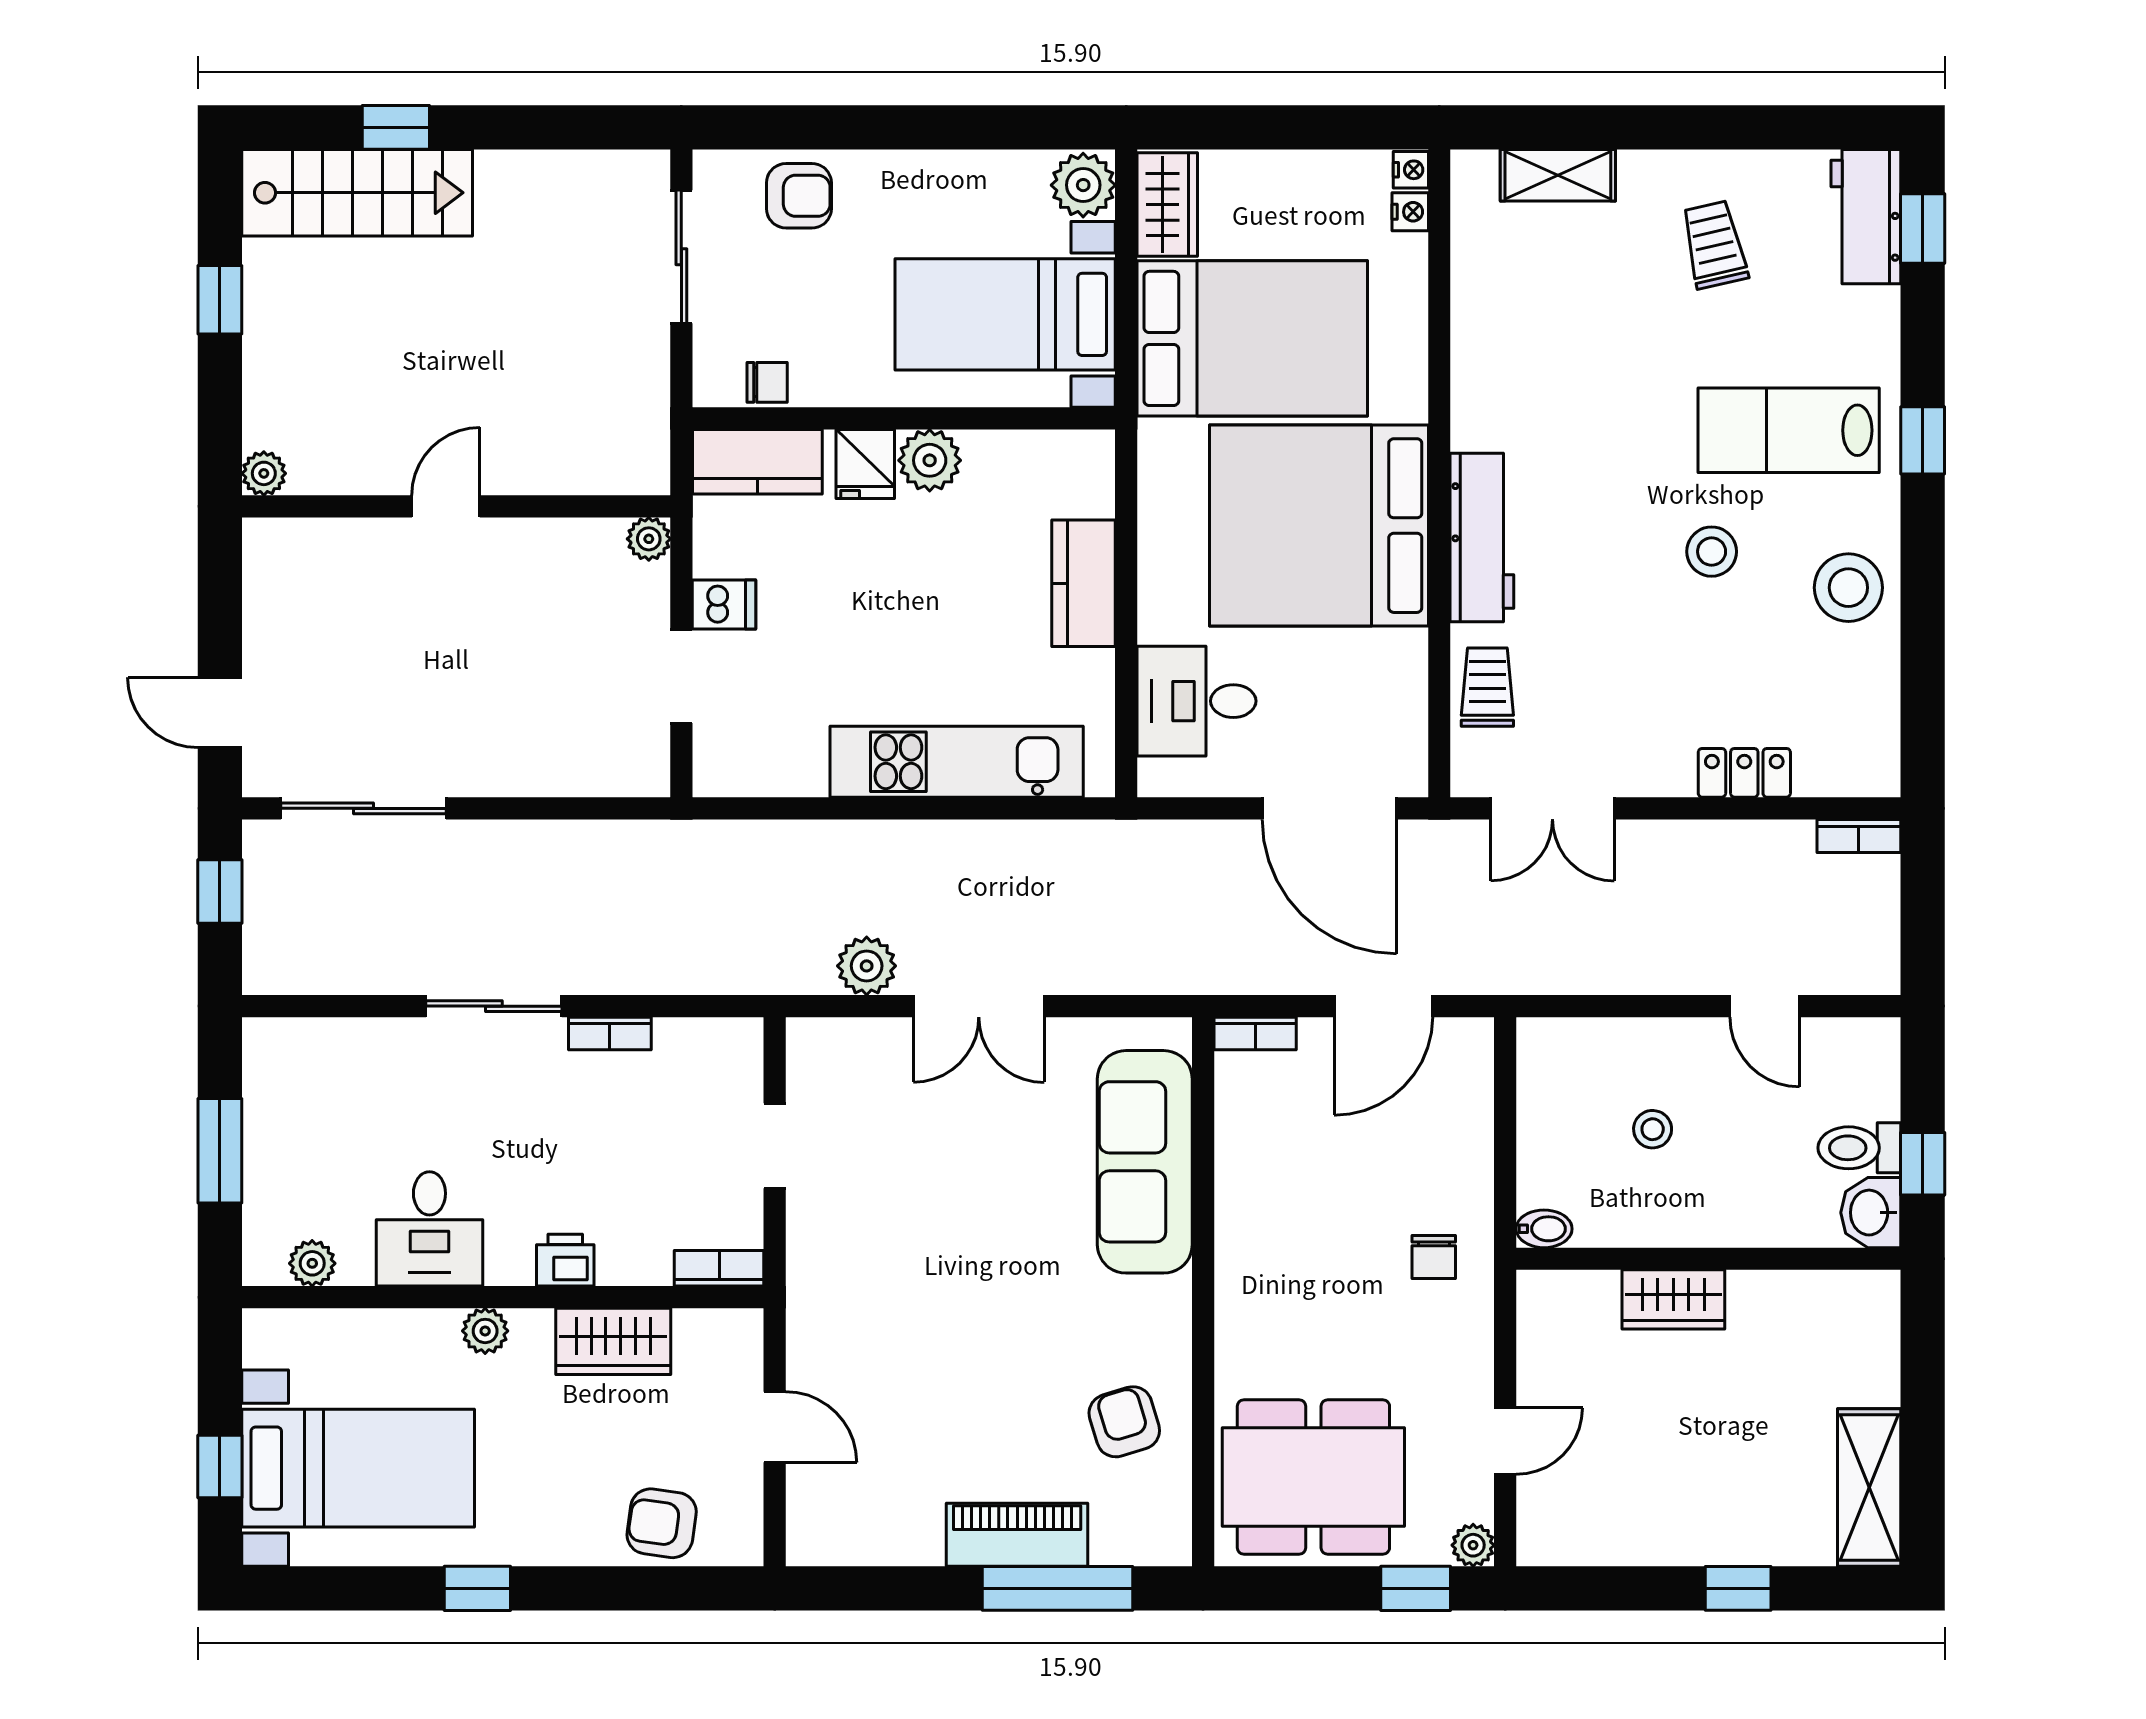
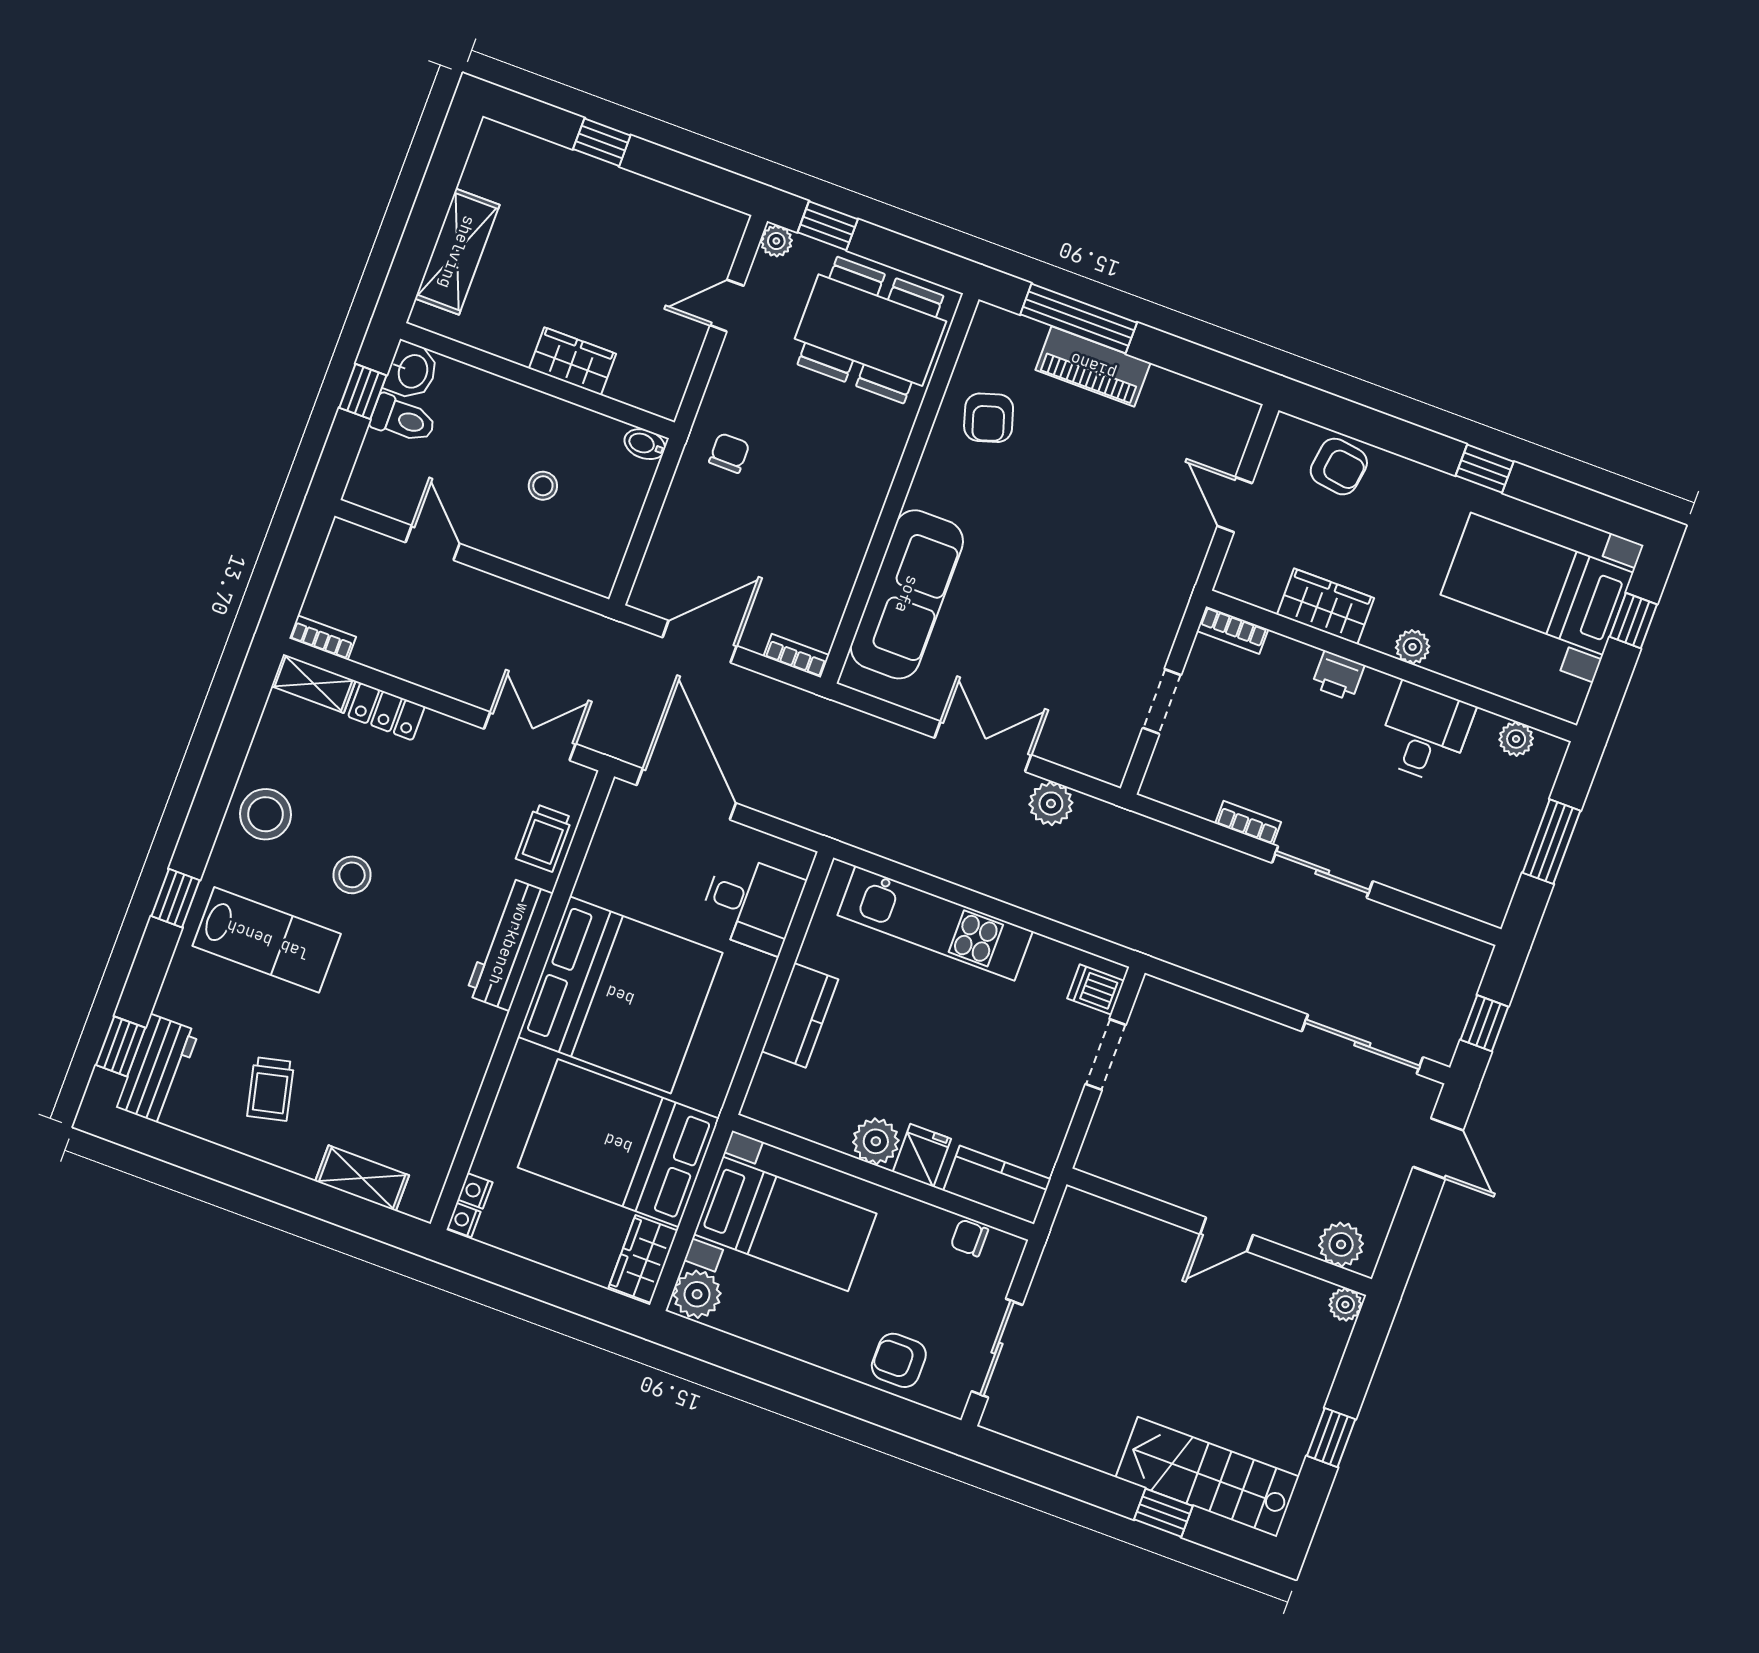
plant: (649, 539) -> (1341, 1244), moved, width x1.38, depth x1.38
dishwasher: (724, 605) -> (1096, 990), moved
shelving: (1849, 774) -> (313, 683), added
shelving: (1869, 1487) -> (457, 252), moved

